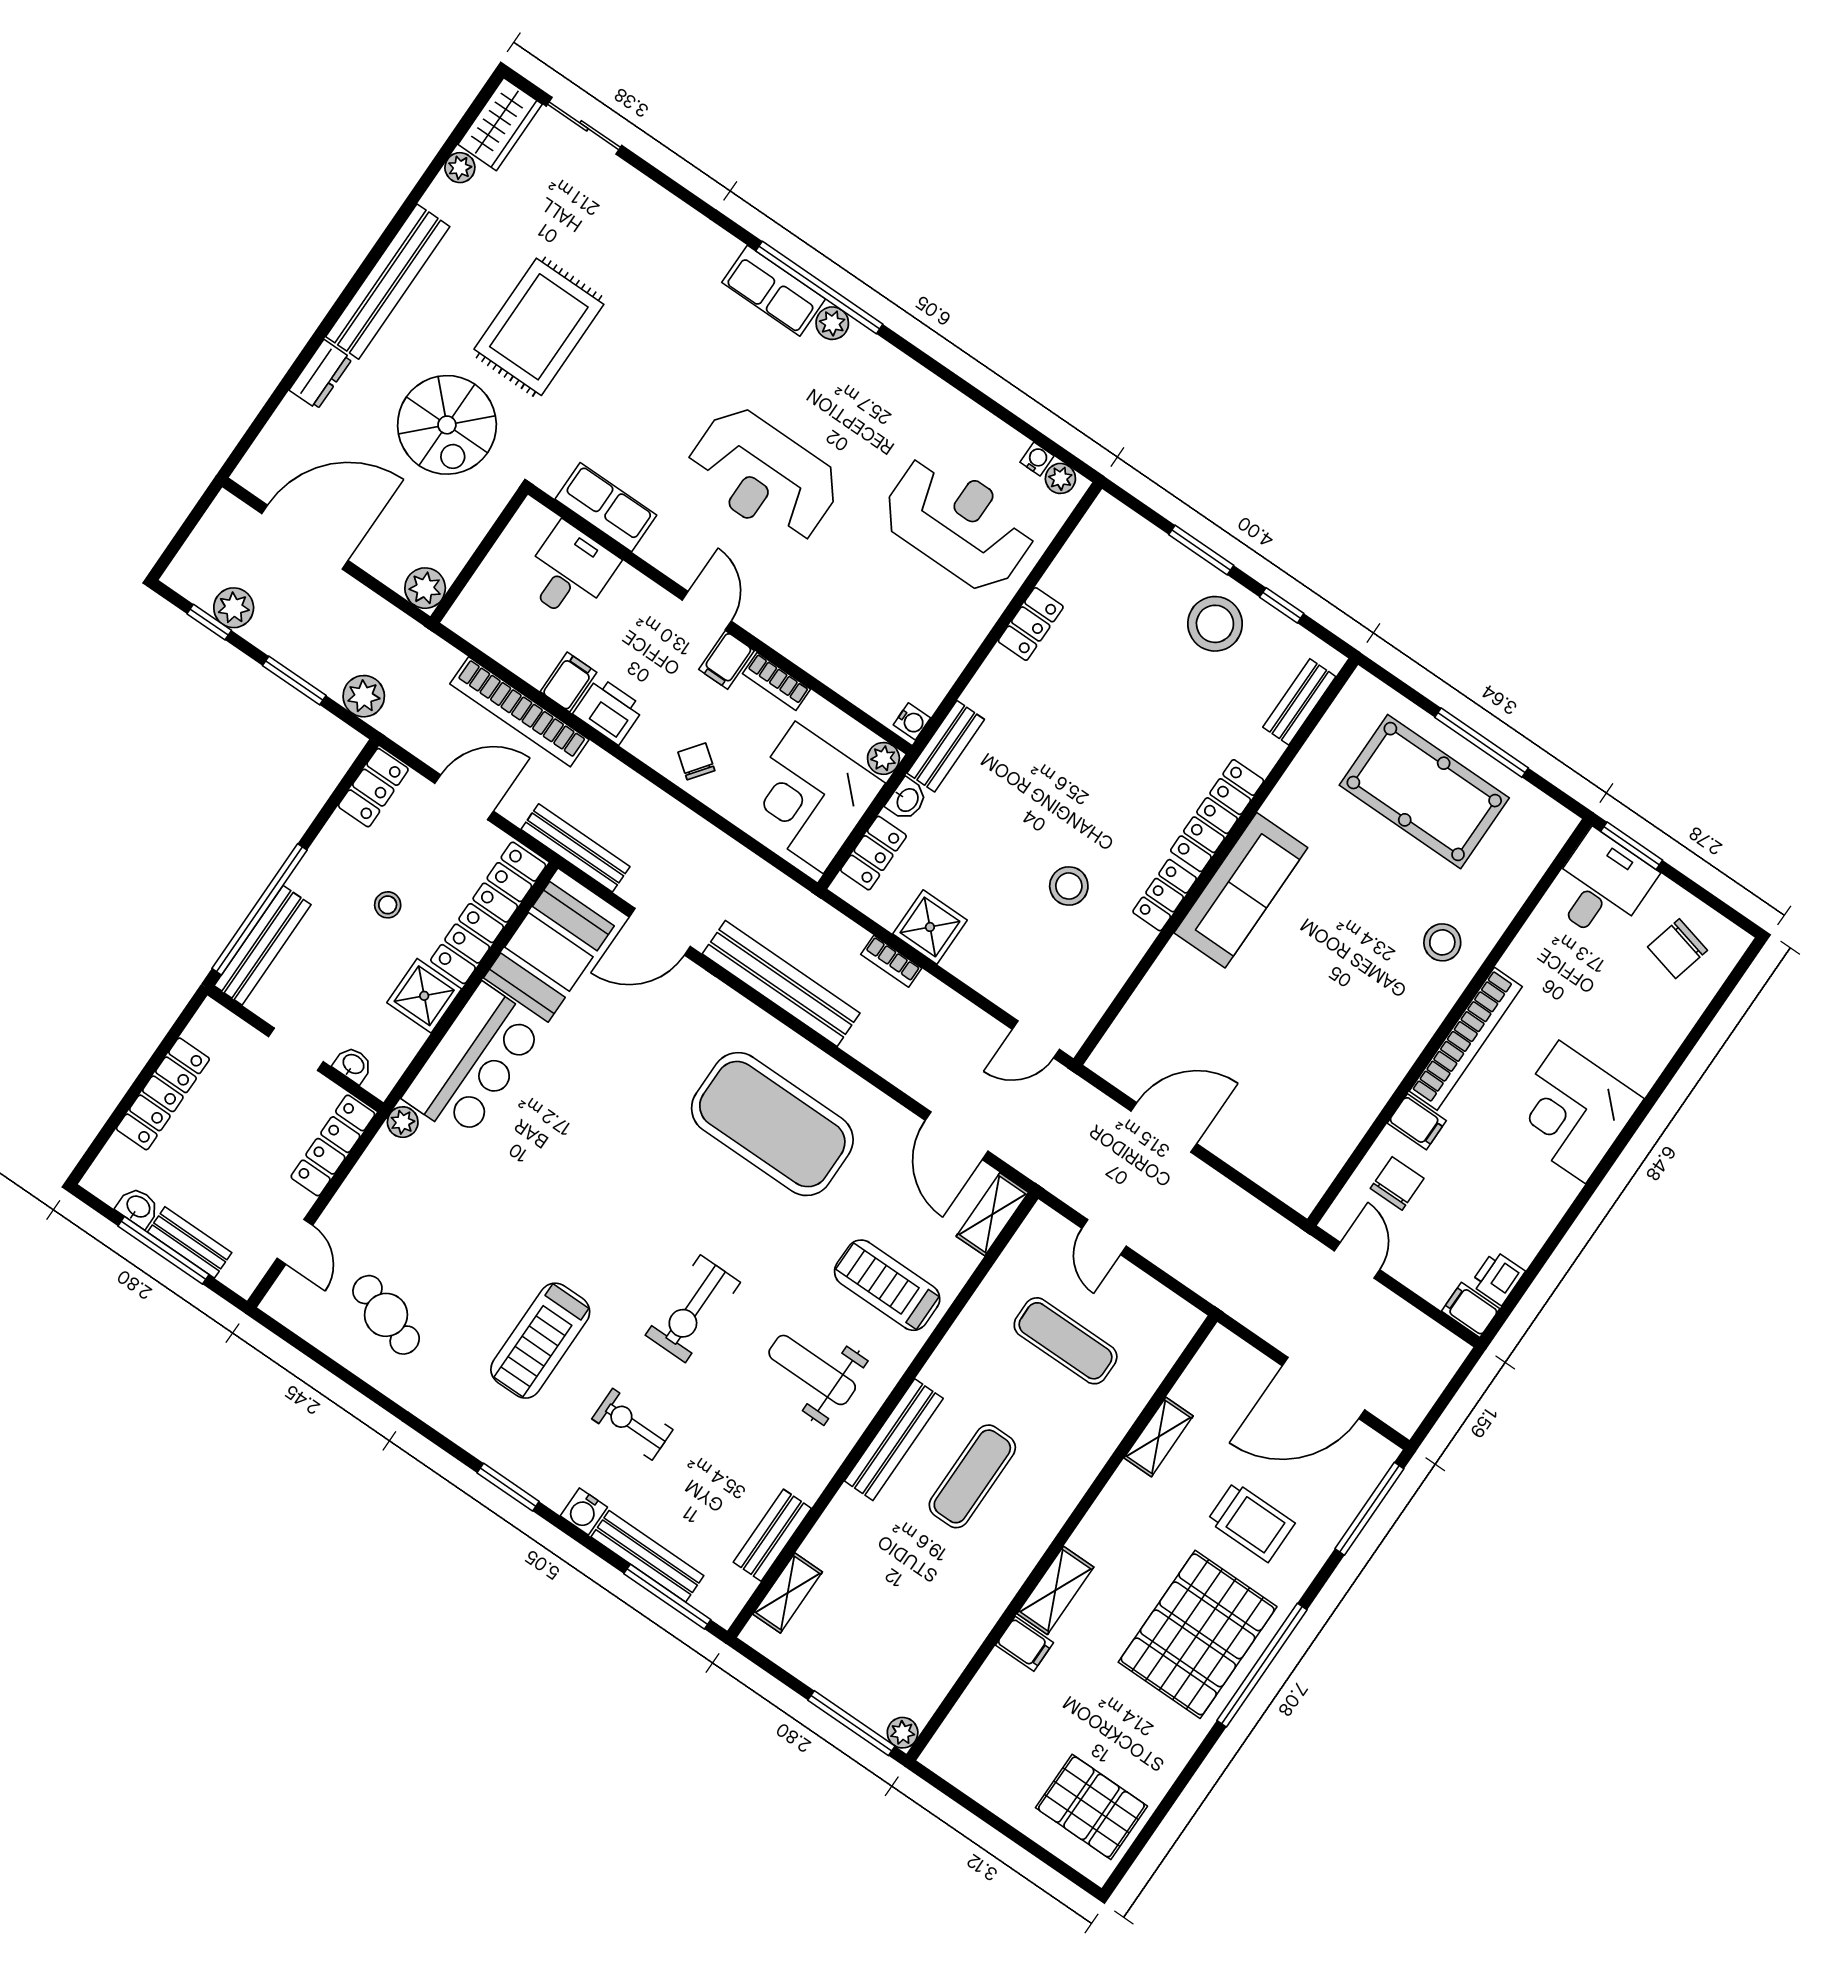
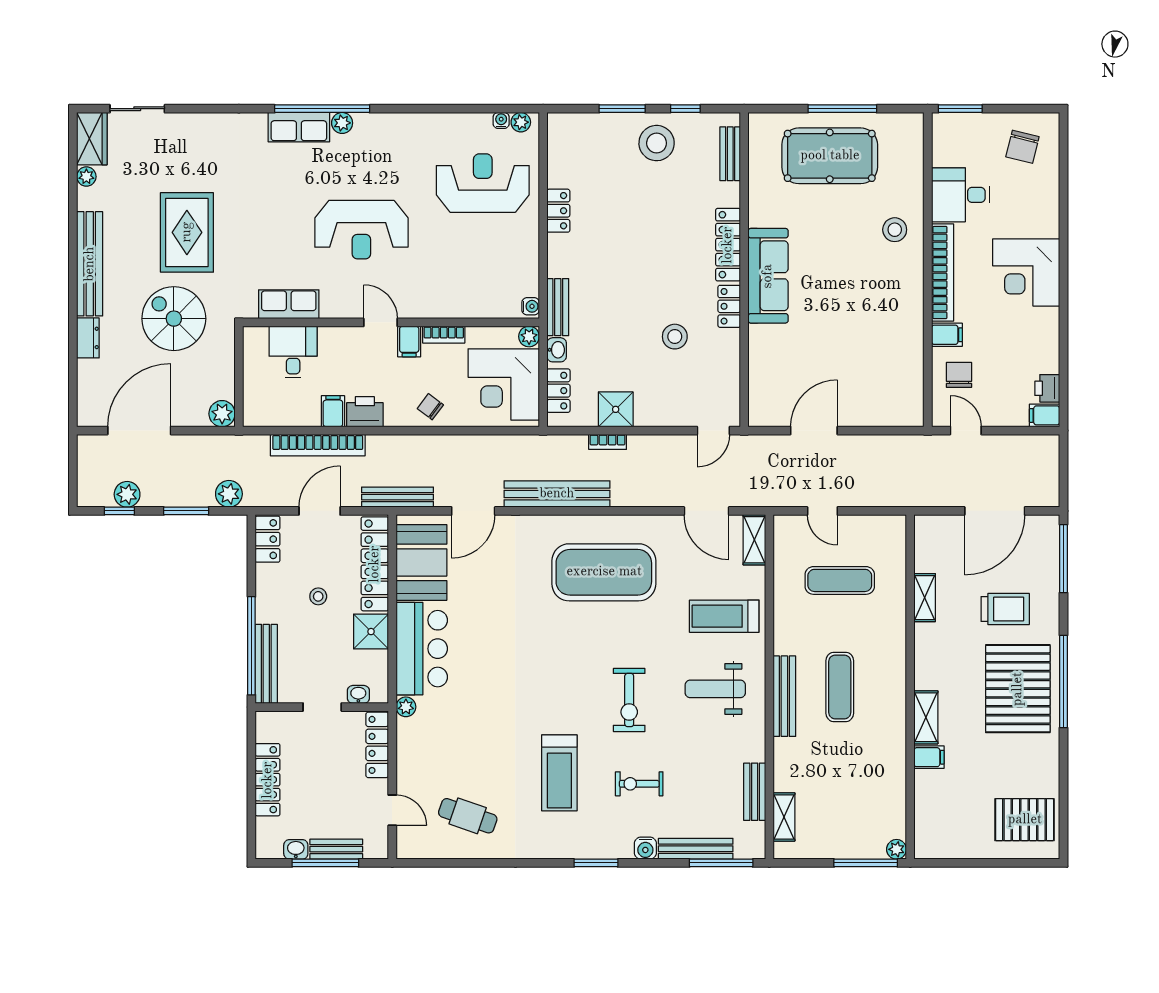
spiral stairs: (447, 425) -> (174, 319), turned 180
desk: (1601, 886) -> (961, 195), moved, turned -90

